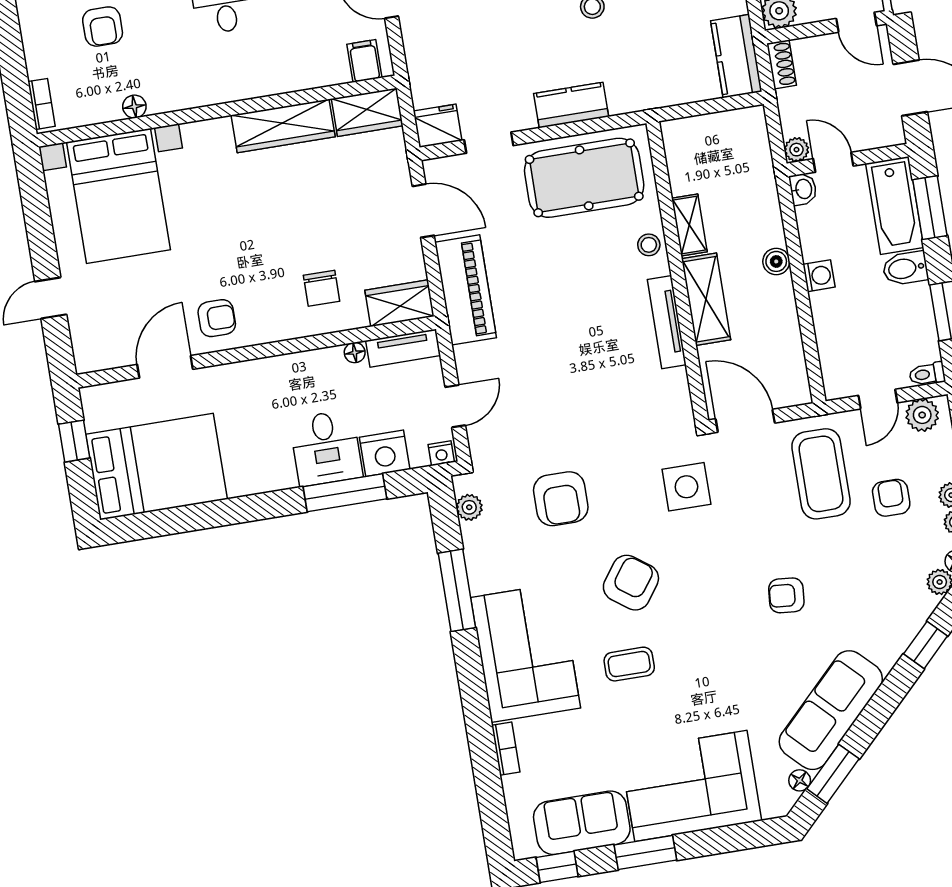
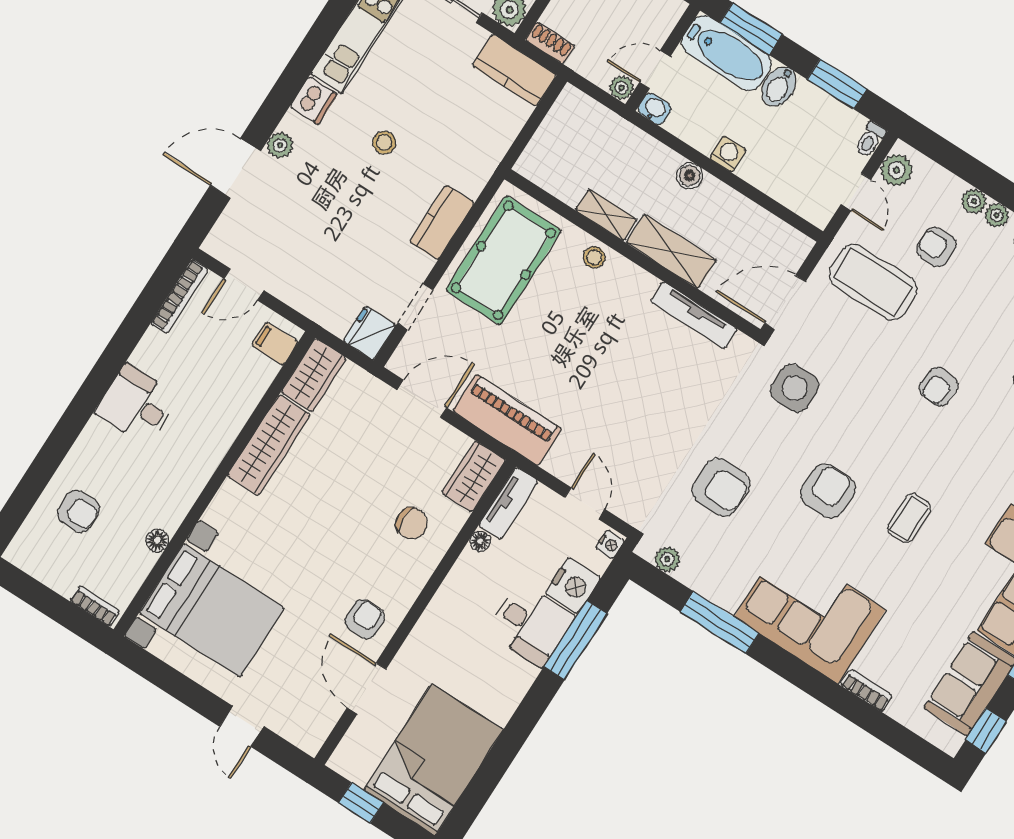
tv unit: (667, 322) -> (694, 315), moved
armchair: (631, 583) -> (828, 491), turned 54
coffee table: (629, 664) -> (909, 518), moved

